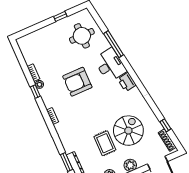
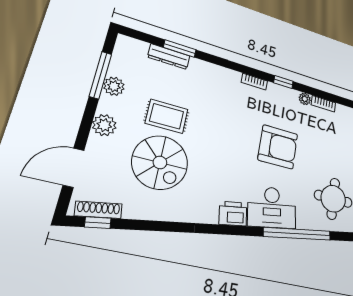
window: (114, 44) -> (297, 234), width x1.46
armchair: (77, 82) -> (278, 147), turned 90
window: (35, 92) -> (283, 82), moved
window: (165, 125) -> (98, 223), moved

